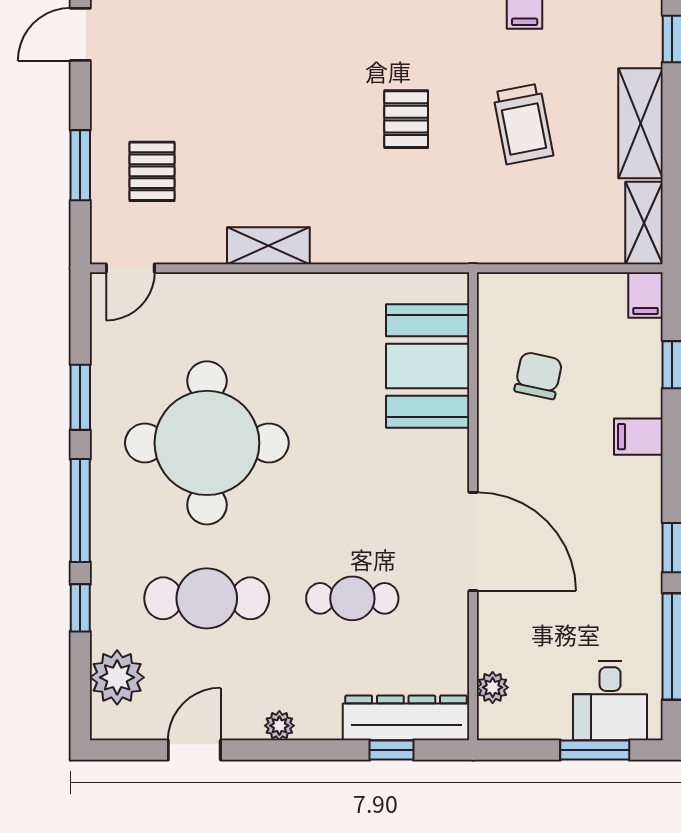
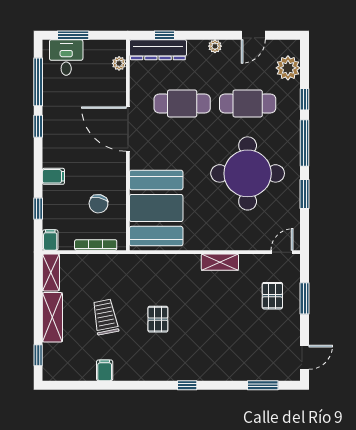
bookcase: (544, 284) -> (96, 245), added
booth: (428, 366) -> (156, 208), width x1.36, depth x1.42
cafe table: (352, 598) -> (182, 103), width x1.37, depth x1.35

